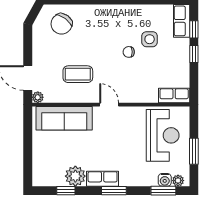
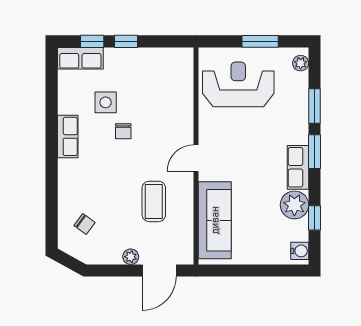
chair: (61, 24) -> (85, 224), width x0.54, depth x0.54
row of seats: (174, 96) -> (68, 136), moved, turned 180
plant: (38, 97) -> (131, 257), moved
water cooler: (165, 180) -> (300, 251), moved
window: (163, 191) -> (314, 106), moved

